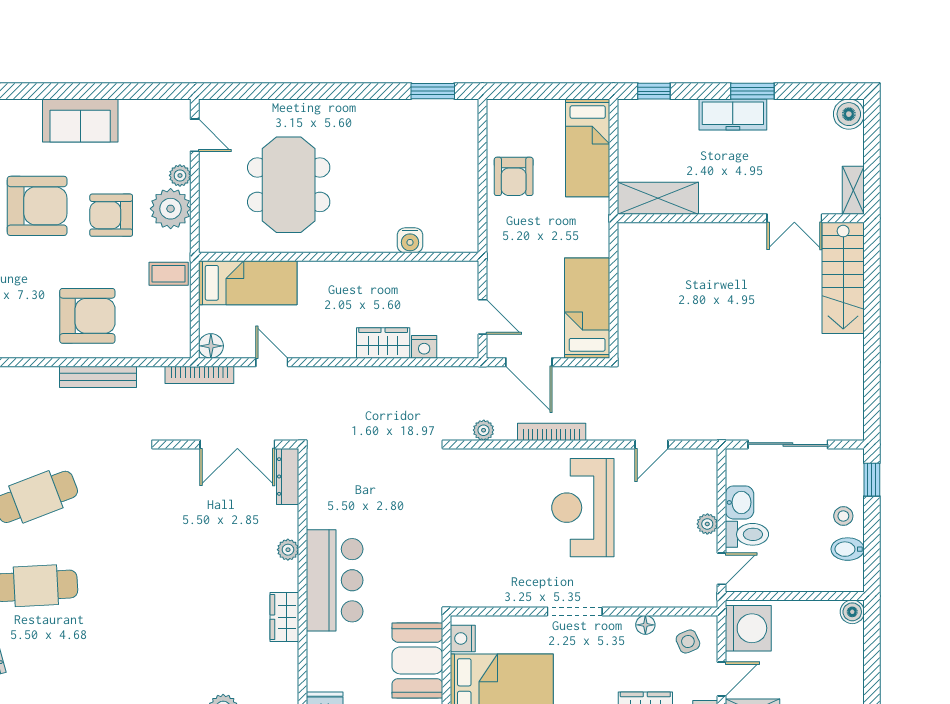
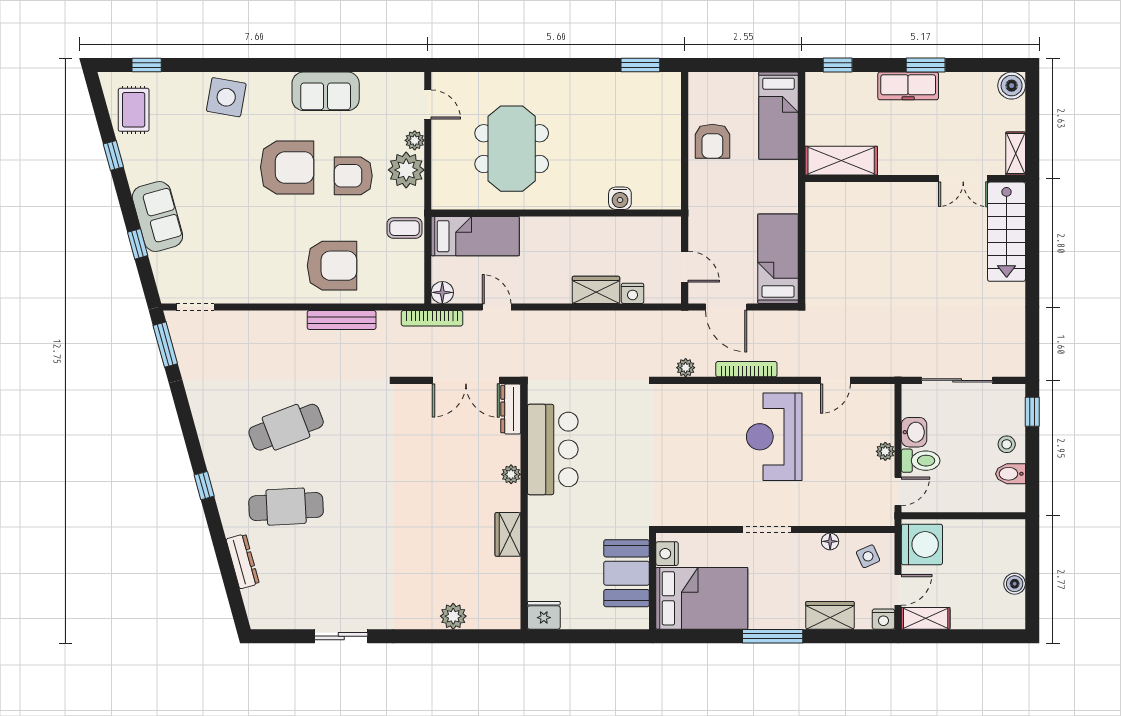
bar counter: (335, 580) -> (553, 449), moved
boiler: (852, 612) -> (1015, 584), moved

